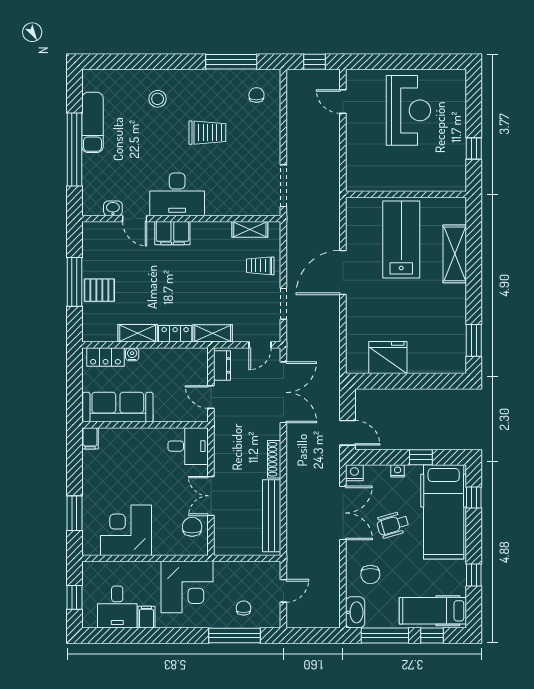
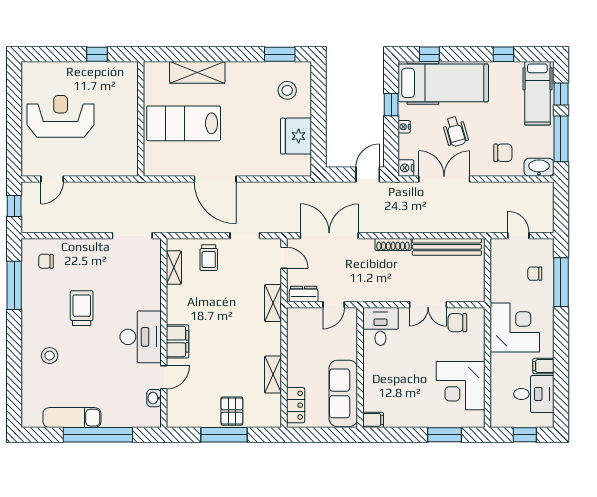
locker: (175, 334) -> (273, 339), removed
stool: (436, 348) -> (287, 90), added
water cooler: (132, 354) -> (293, 380), removed

